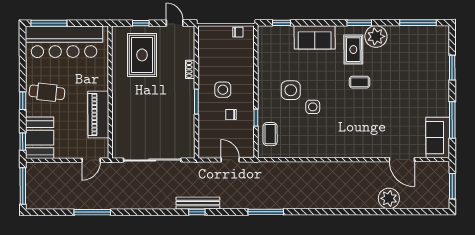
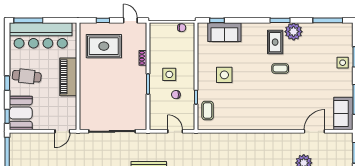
sofa: (315, 37) -> (224, 32), moved
rug: (142, 55) -> (104, 46), turned 90
side table: (313, 107) -> (343, 63), moved
piano: (98, 115) -> (68, 77), moved
door: (402, 160) -> (314, 131), swing flipped

